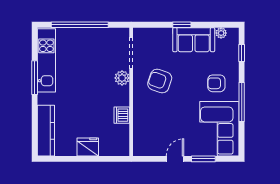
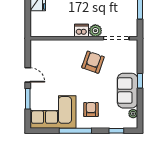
dishwasher: (122, 115) -> (81, 30), moved

